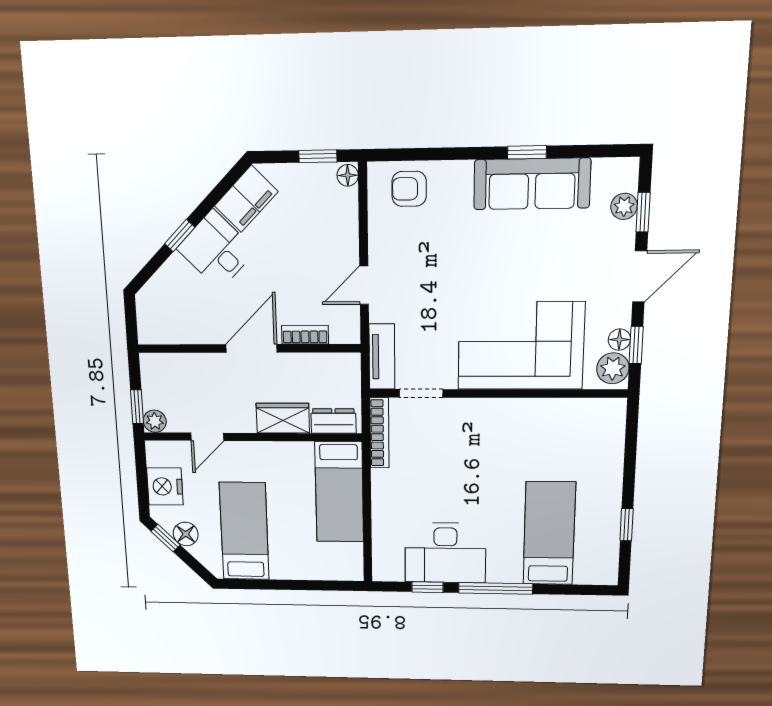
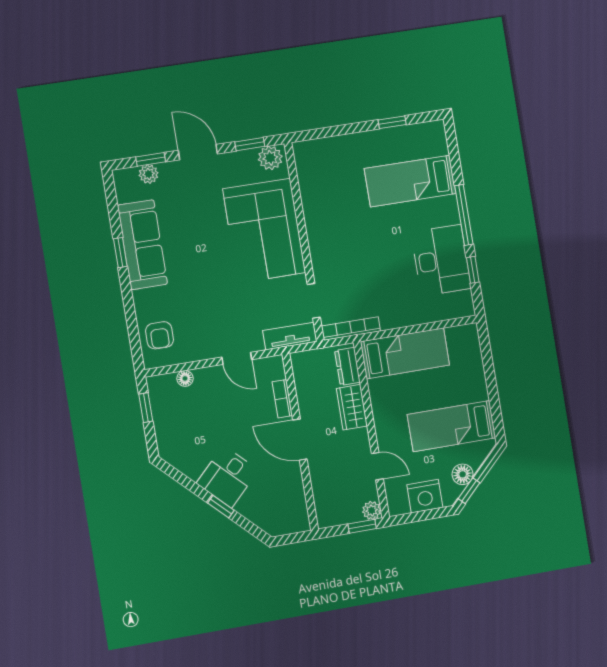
floor lamp: (348, 175) -> (185, 378), moved
filing cabinet: (246, 199) -> (185, 458), removed
floor lamp: (619, 340) -> (248, 157), removed

